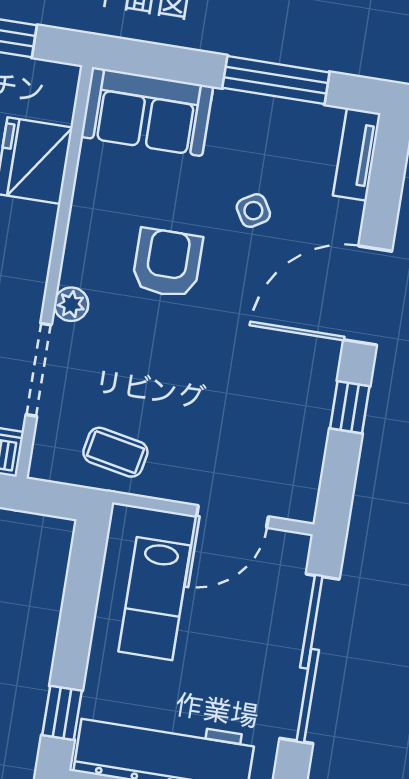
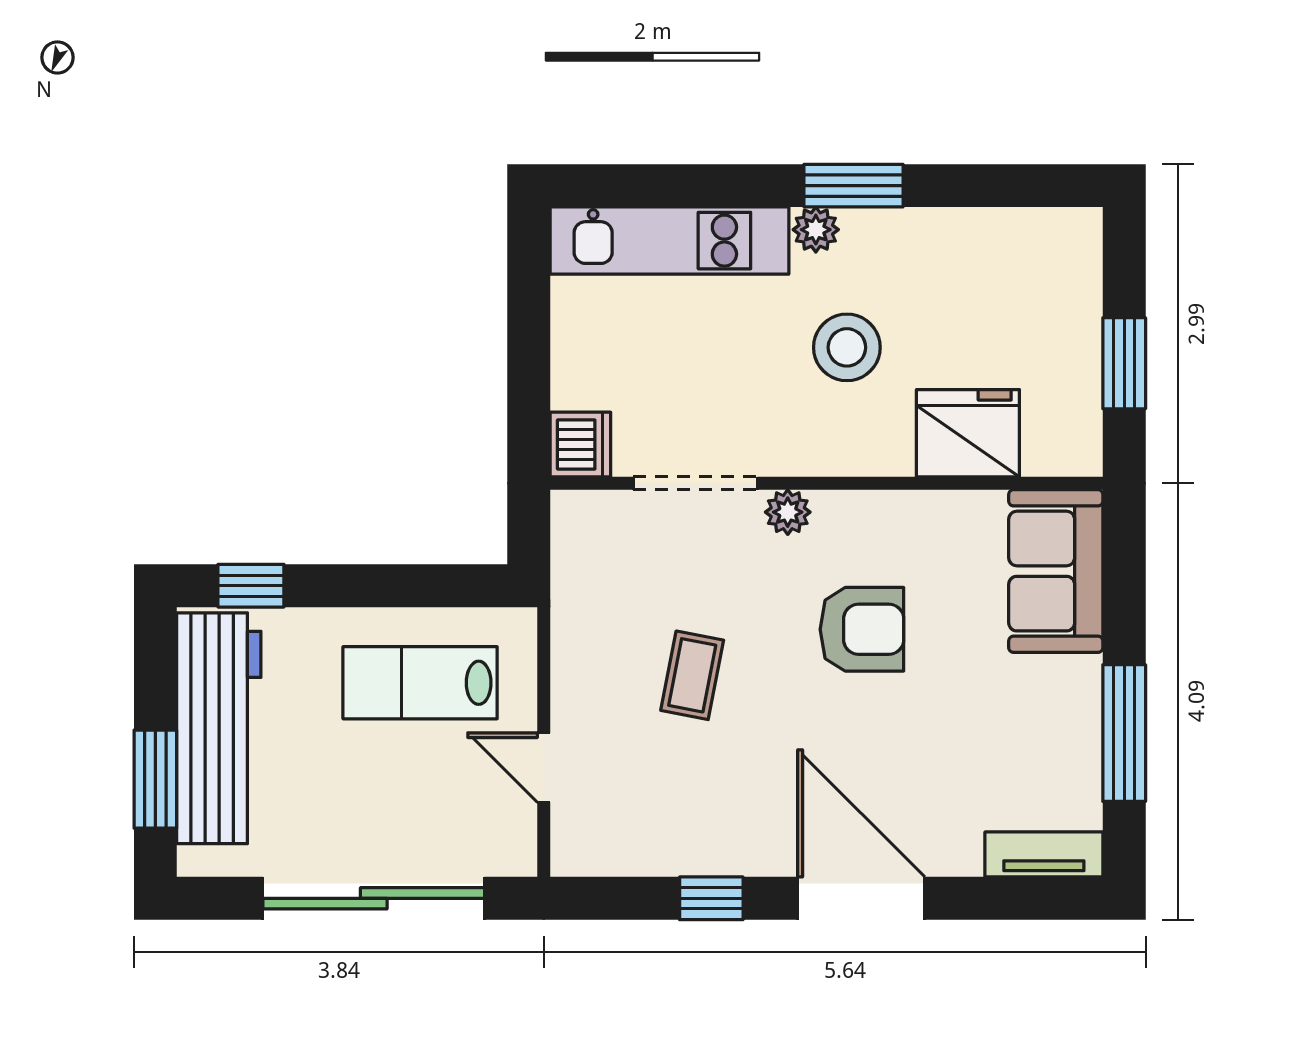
side table: (253, 211) -> (949, 731), removed
coffee table: (115, 452) -> (692, 675), moved
door: (232, 516) -> (544, 768), width x0.73

